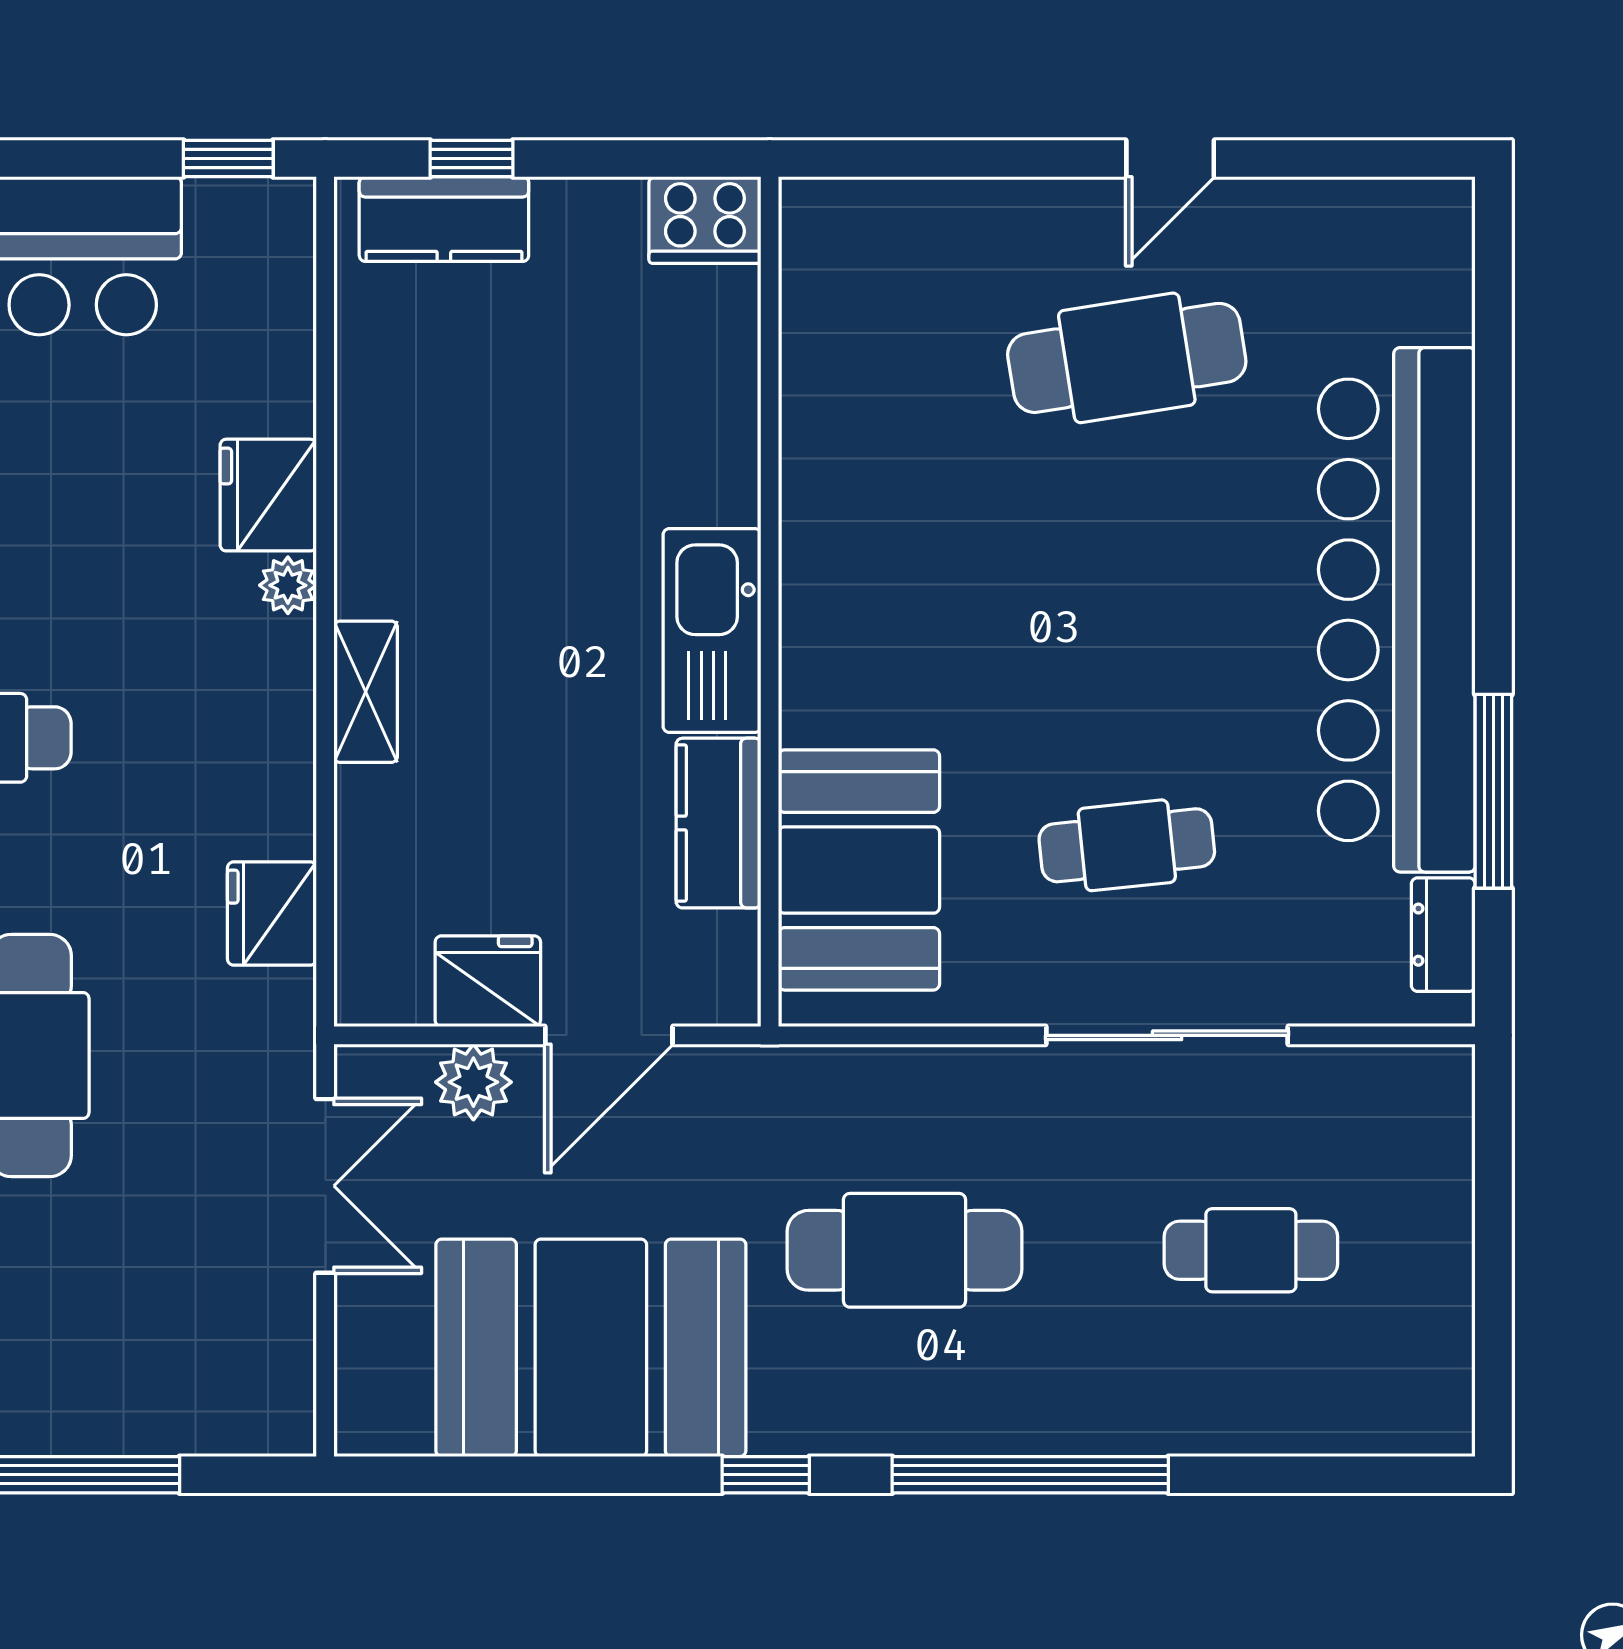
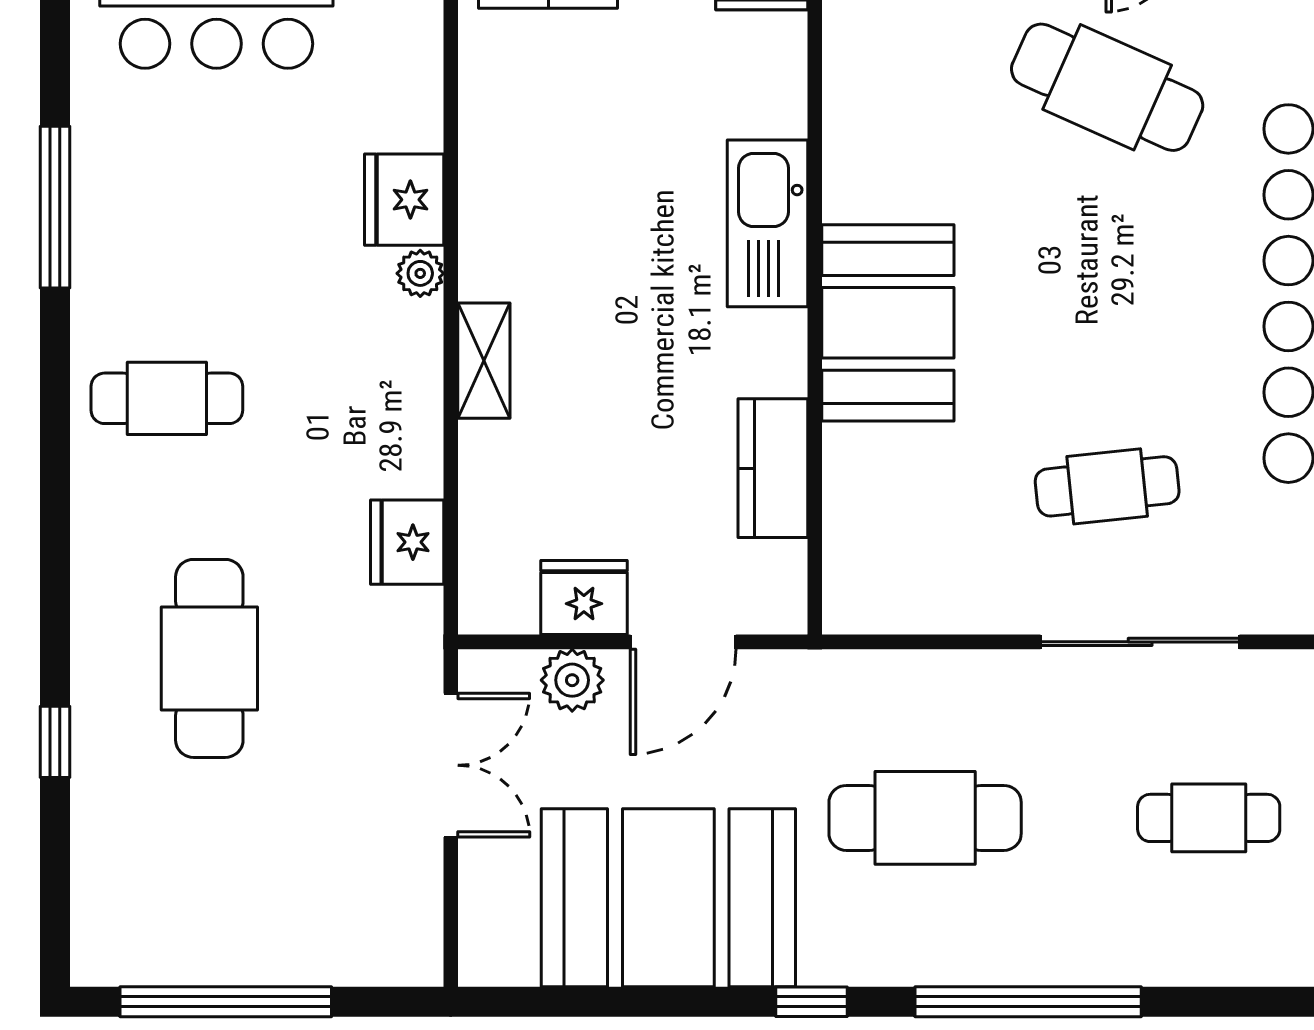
cafe table: (1127, 358) -> (1107, 87), turned 33
kitchen sink: (712, 630) -> (767, 223), moved
booth: (859, 870) -> (888, 323), moved

